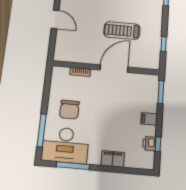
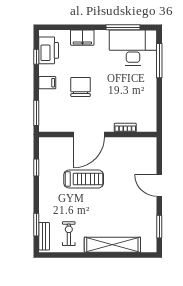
chair: (69, 110) -> (81, 87), moved
printer: (149, 144) -> (49, 50), width x1.87, depth x1.48

